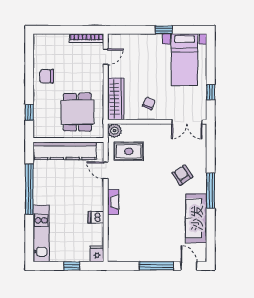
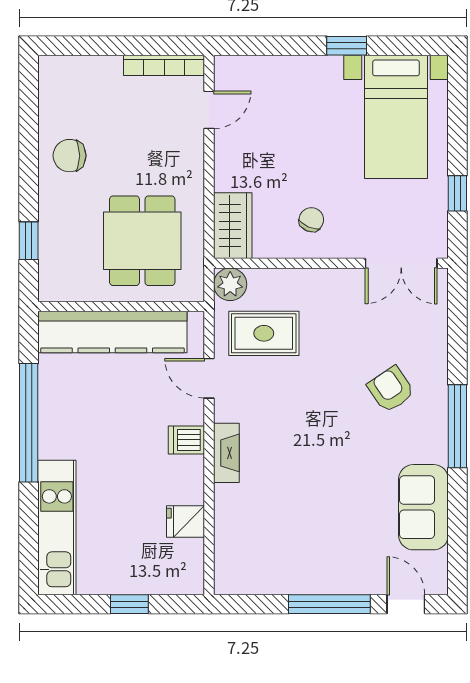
wardrobe: (116, 99) -> (233, 226), width x0.67
dishwasher: (96, 217) -> (186, 440), moved
sofa: (196, 218) -> (423, 507), width x0.73
fridge: (97, 254) -> (186, 521), moved, turned -90

